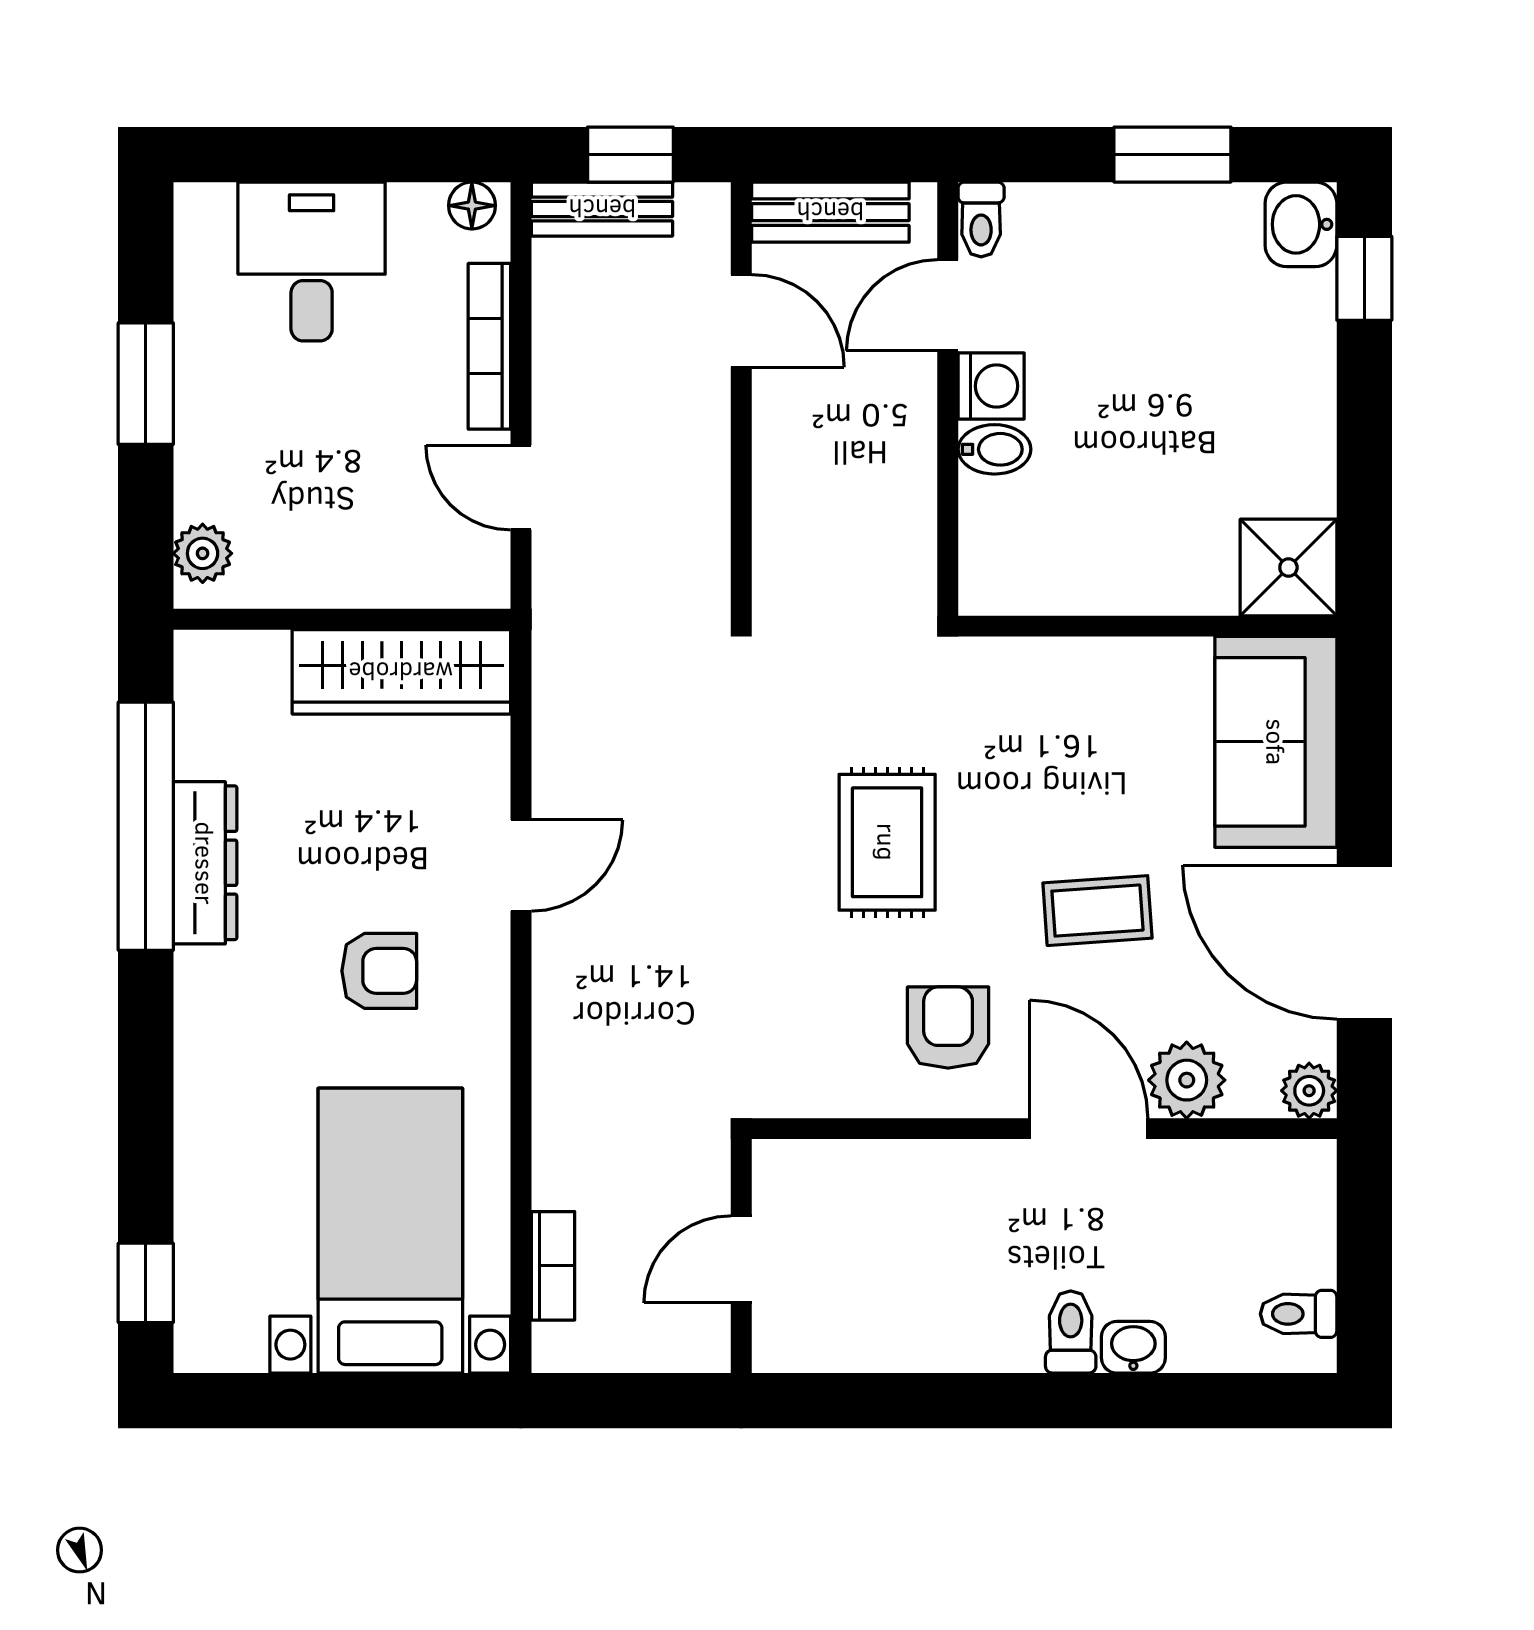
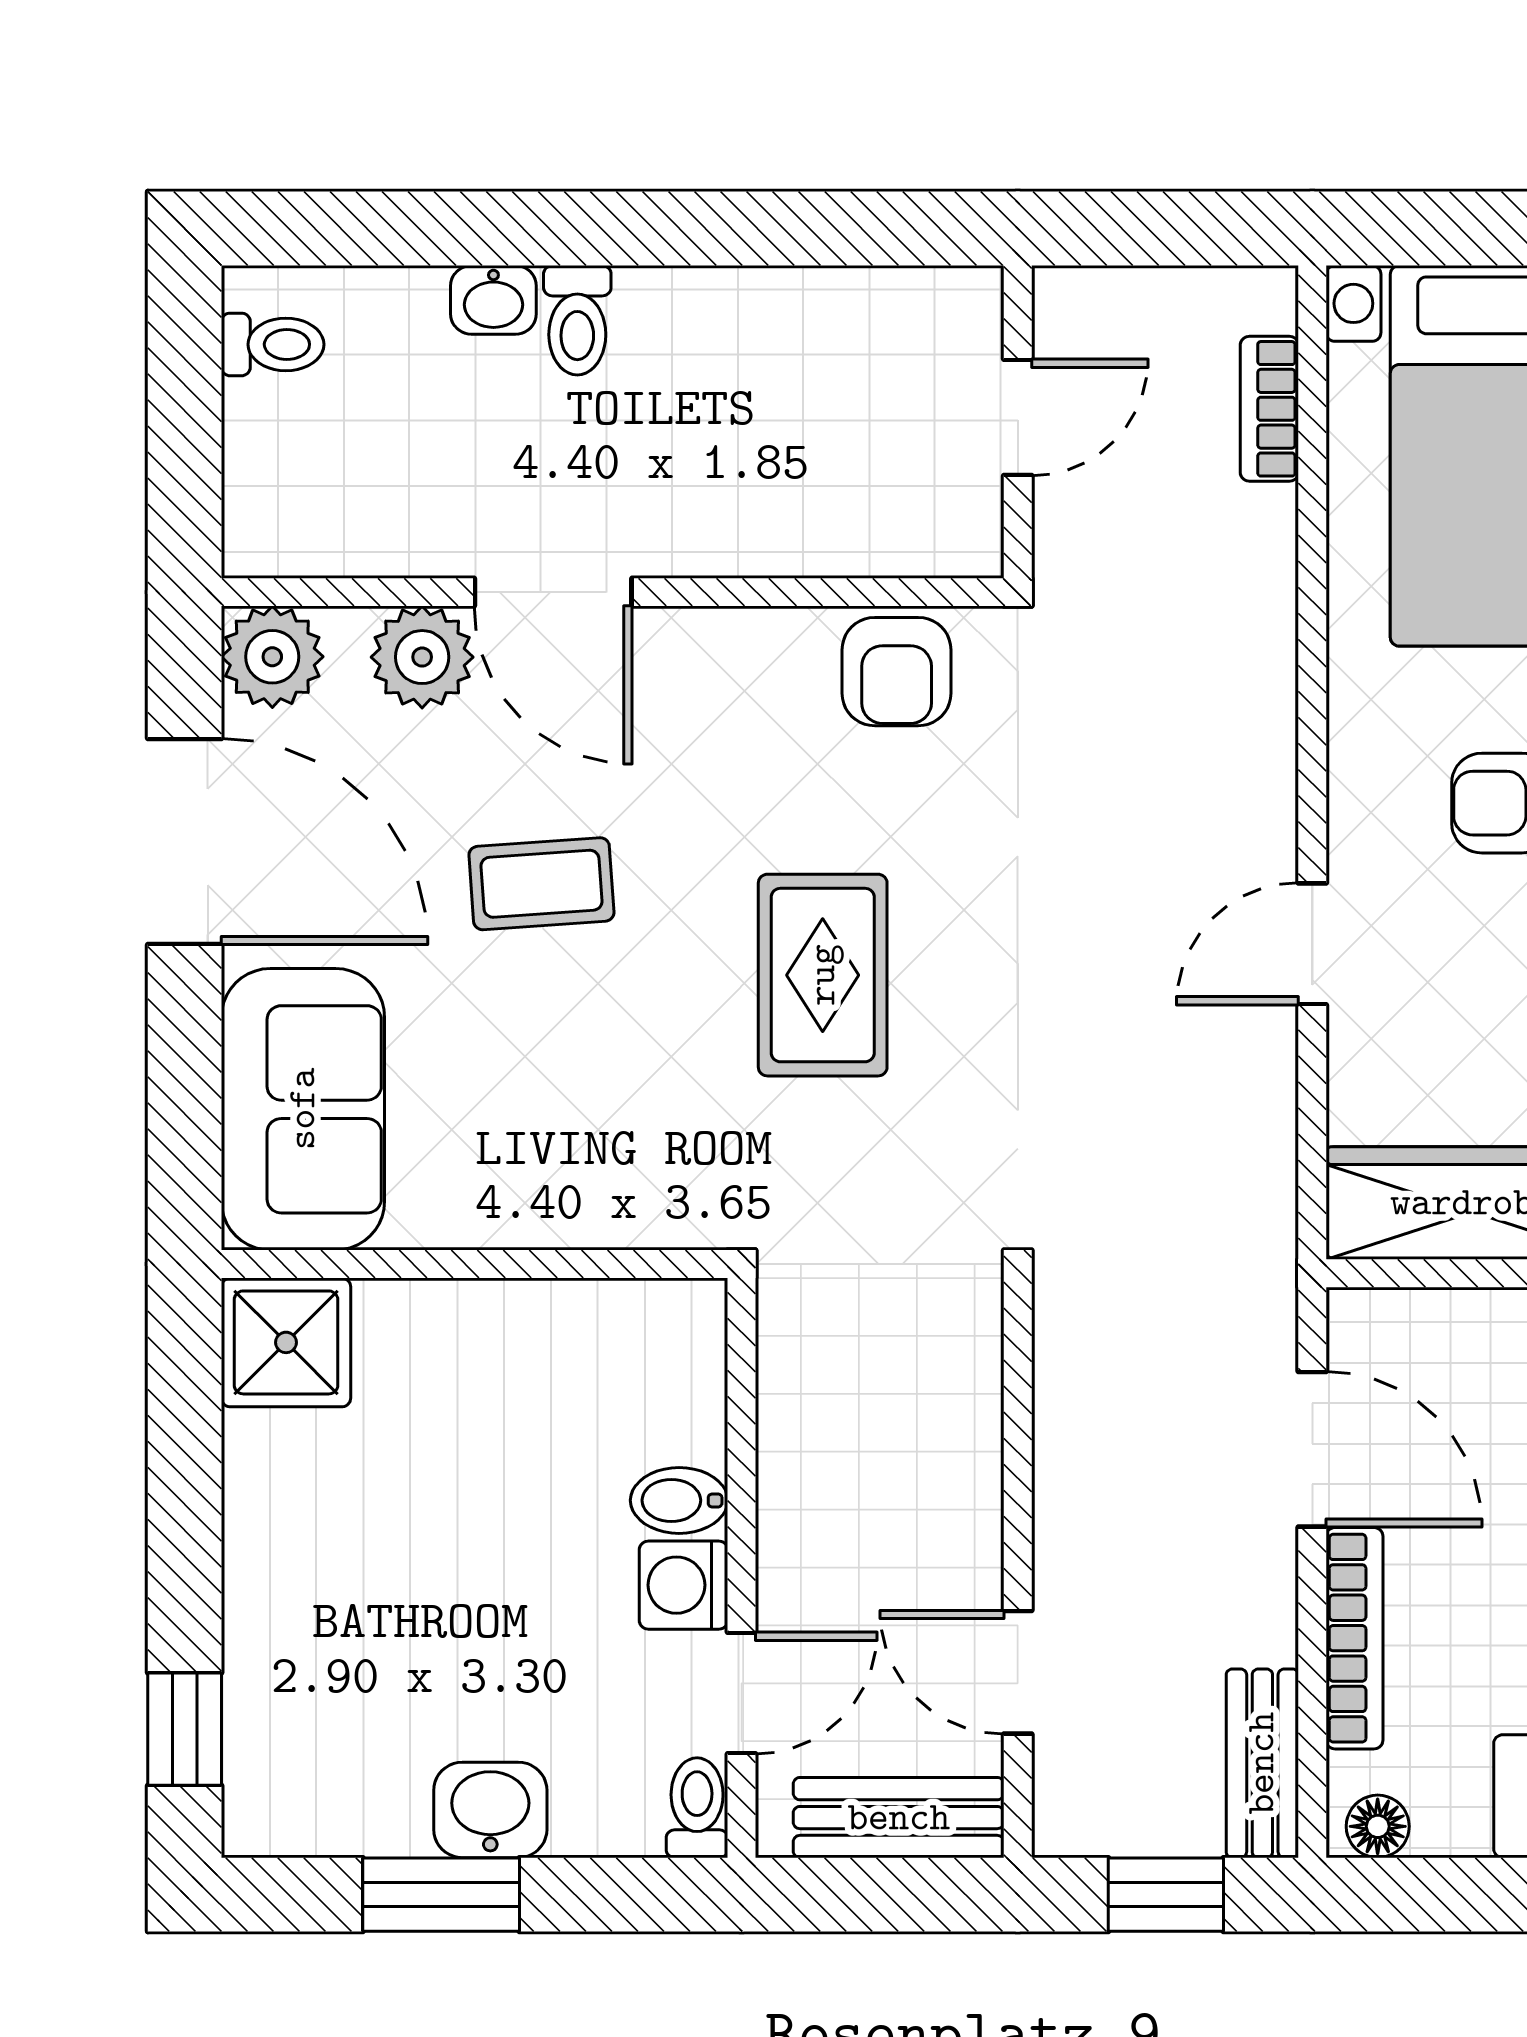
bench: (602, 209) -> (1262, 1763), moved, turned 90
washbasin: (1301, 224) -> (490, 1810), moved, turned -90
door: (521, 488) -> (1312, 1449), width x1.38
armchair: (948, 1028) -> (897, 672), moved
plant: (1309, 1091) -> (272, 657), width x1.38, depth x1.38

